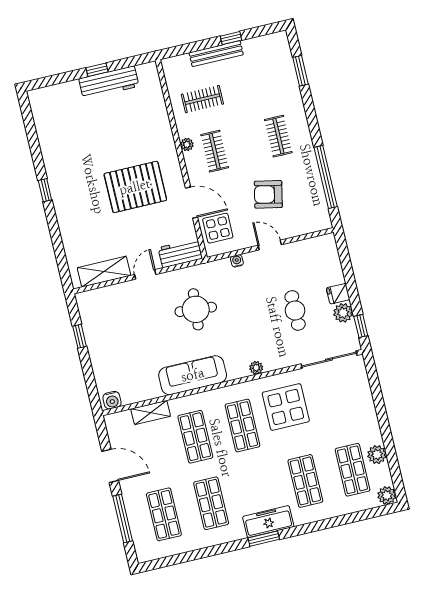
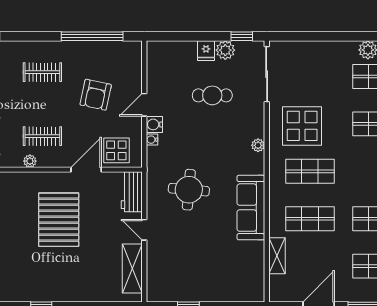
water cooler: (112, 400) -> (154, 124), moved, turned 180

